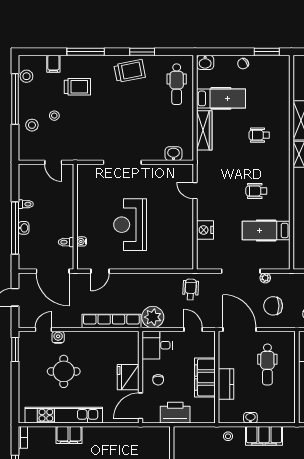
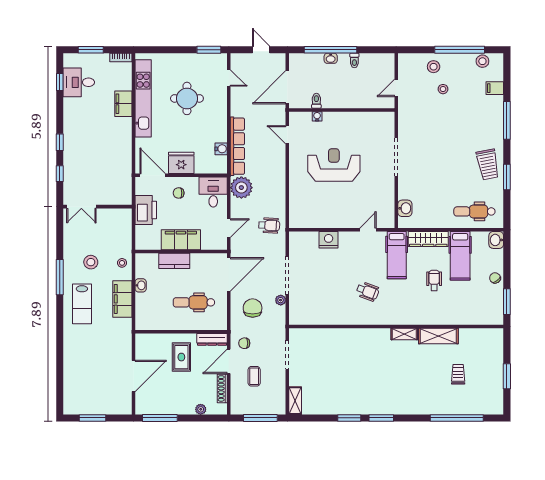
trolley: (77, 87) -> (472, 112), removed
wheelchair: (259, 135) -> (434, 280), moved
wheelchair: (256, 191) -> (368, 291), turned 111
hospital bed: (266, 230) -> (397, 255), moved, turned 180
water cooler: (58, 337) -> (221, 149), moved

